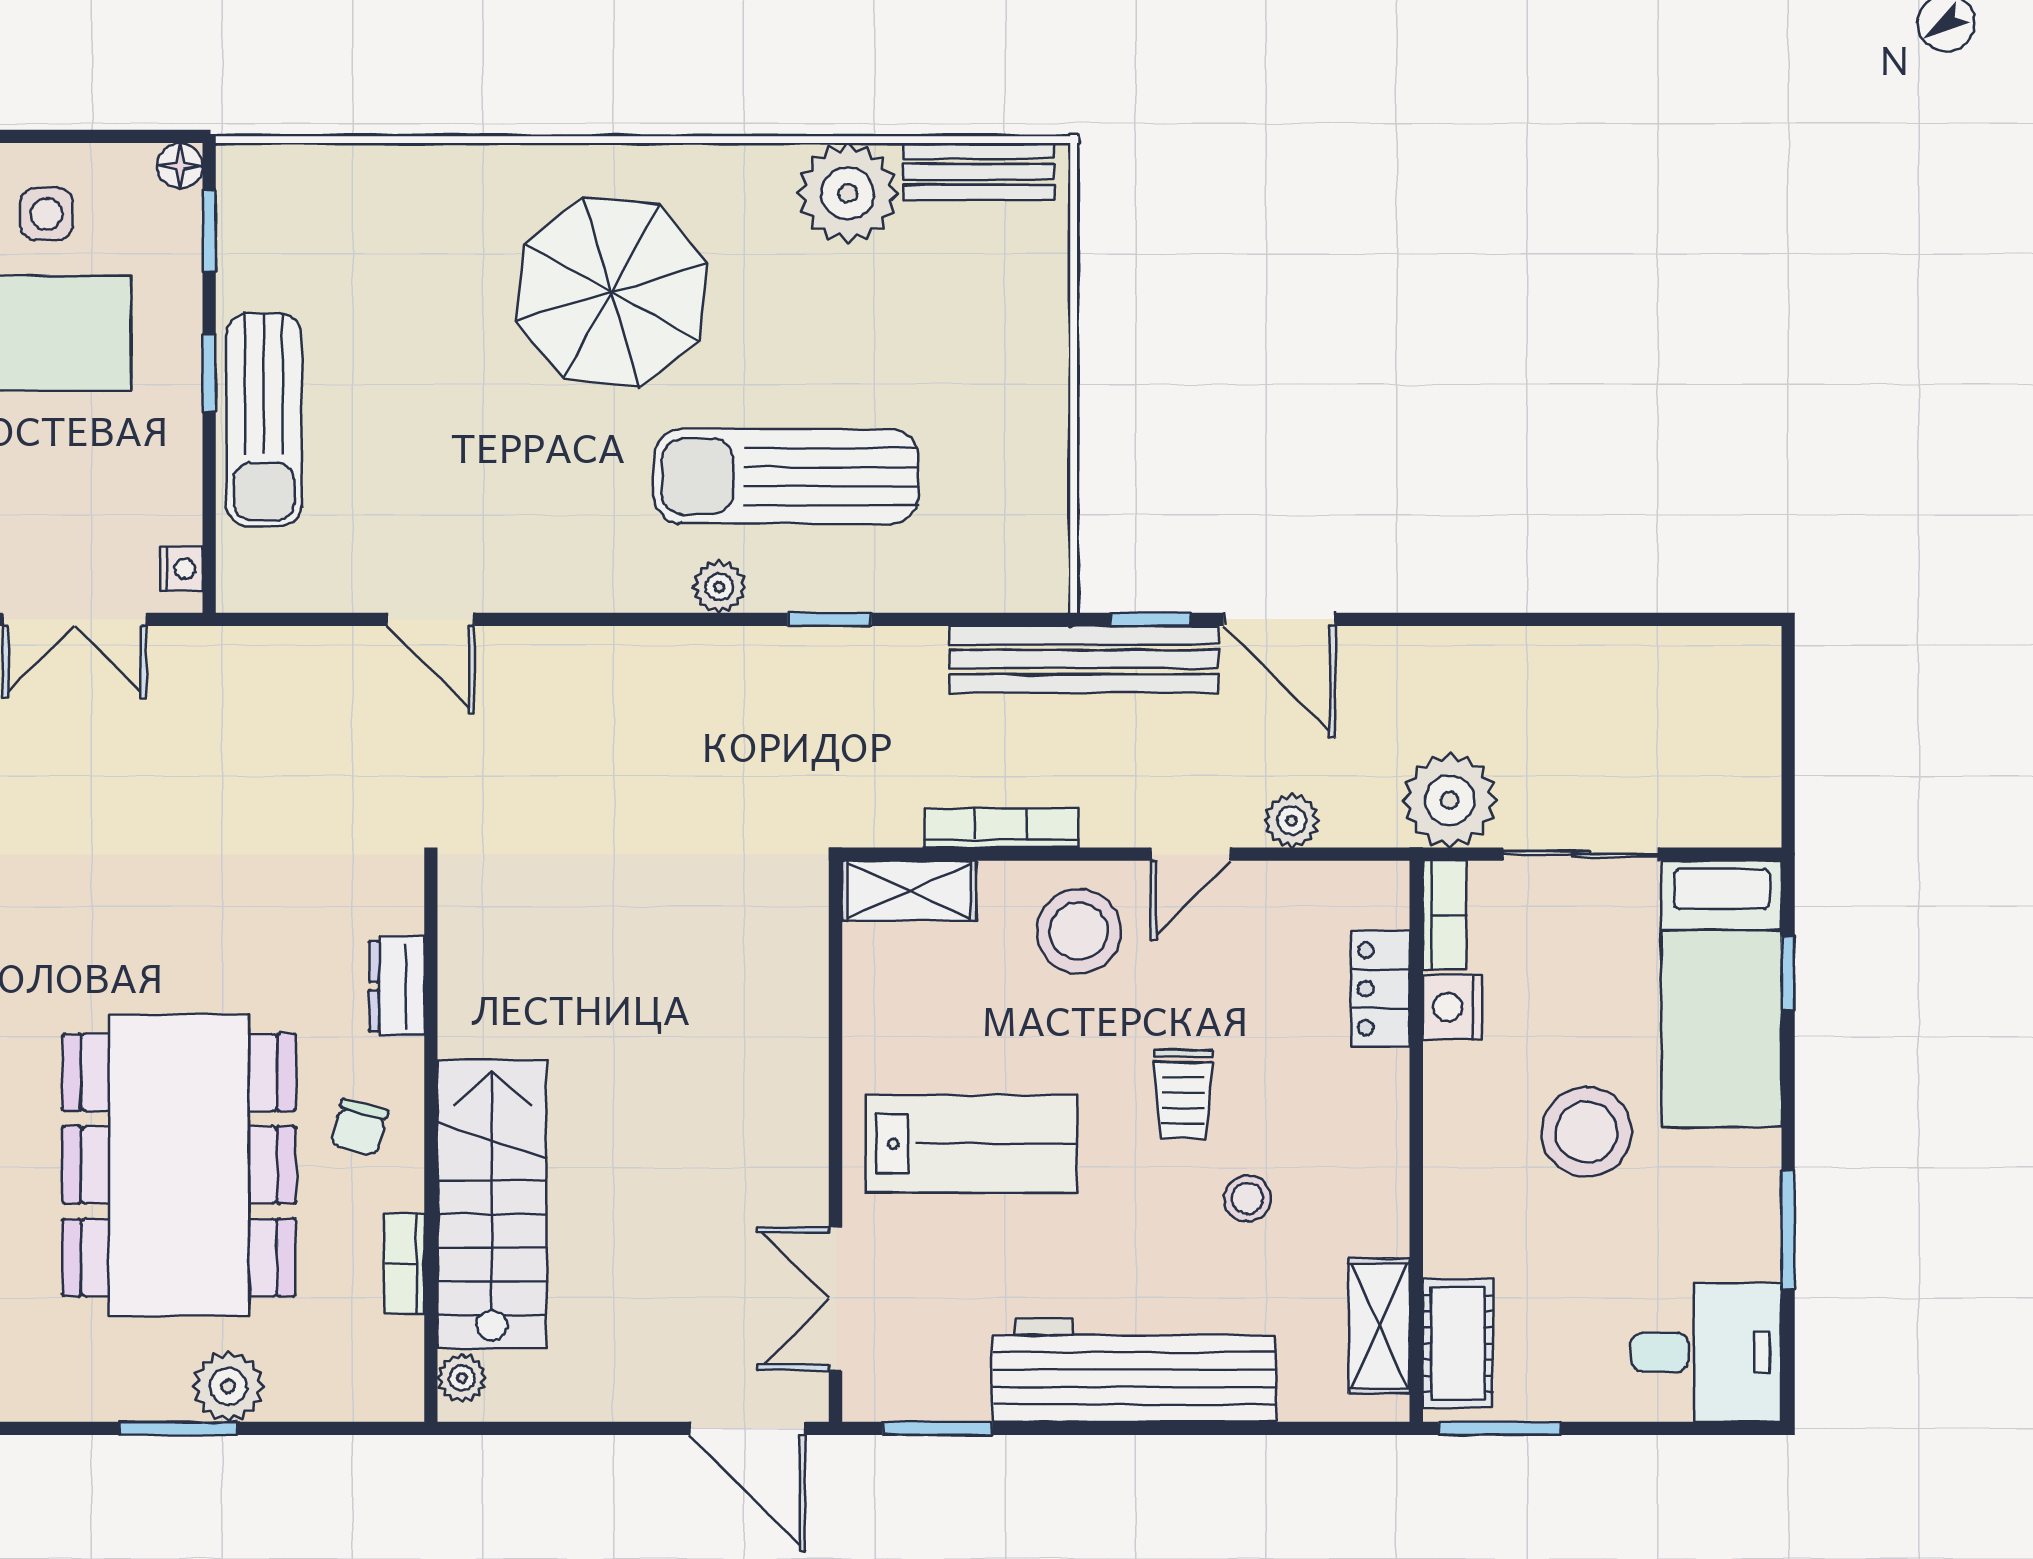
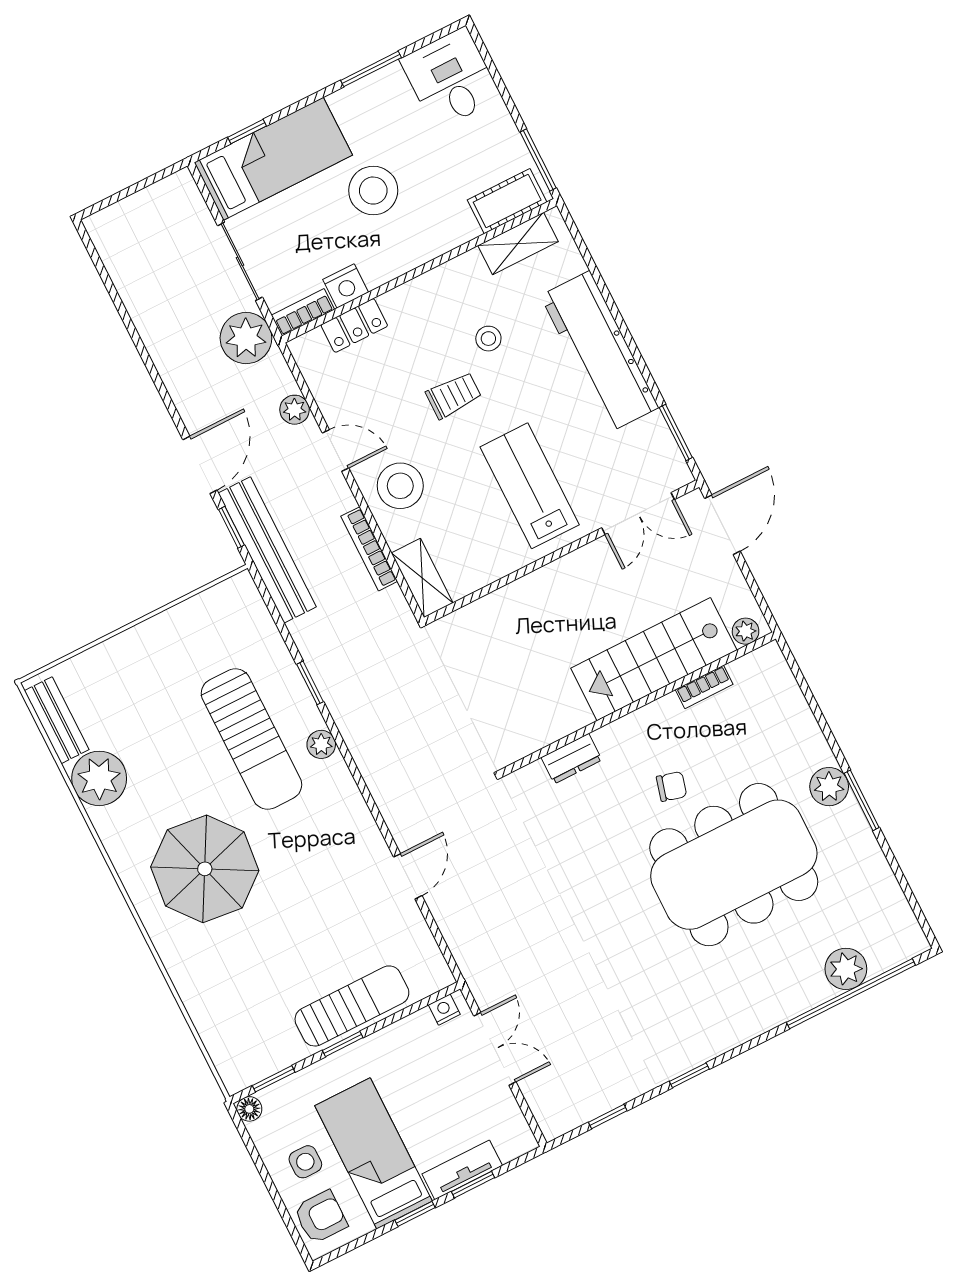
dresser: (397, 986) -> (571, 759), moved
wall: (431, 1141) -> (638, 704), moved
stairs: (492, 1204) -> (654, 659), moved
bookcase: (405, 1264) -> (704, 687), moved
plant: (462, 1378) -> (746, 631), moved

